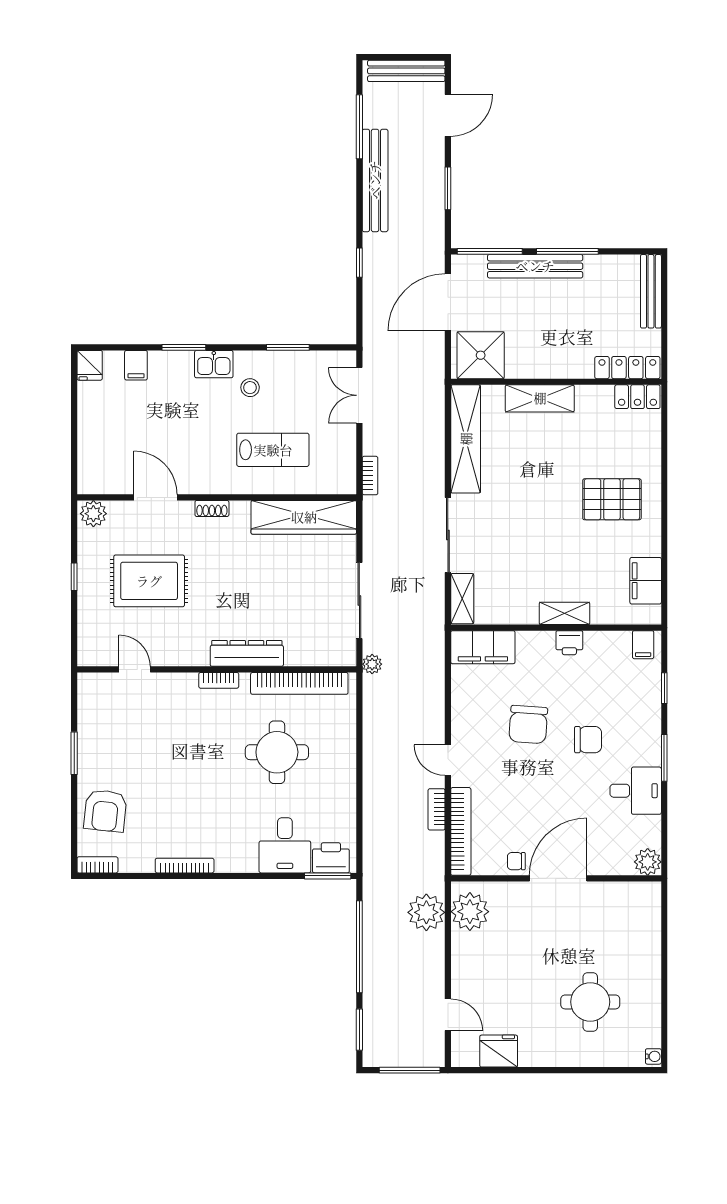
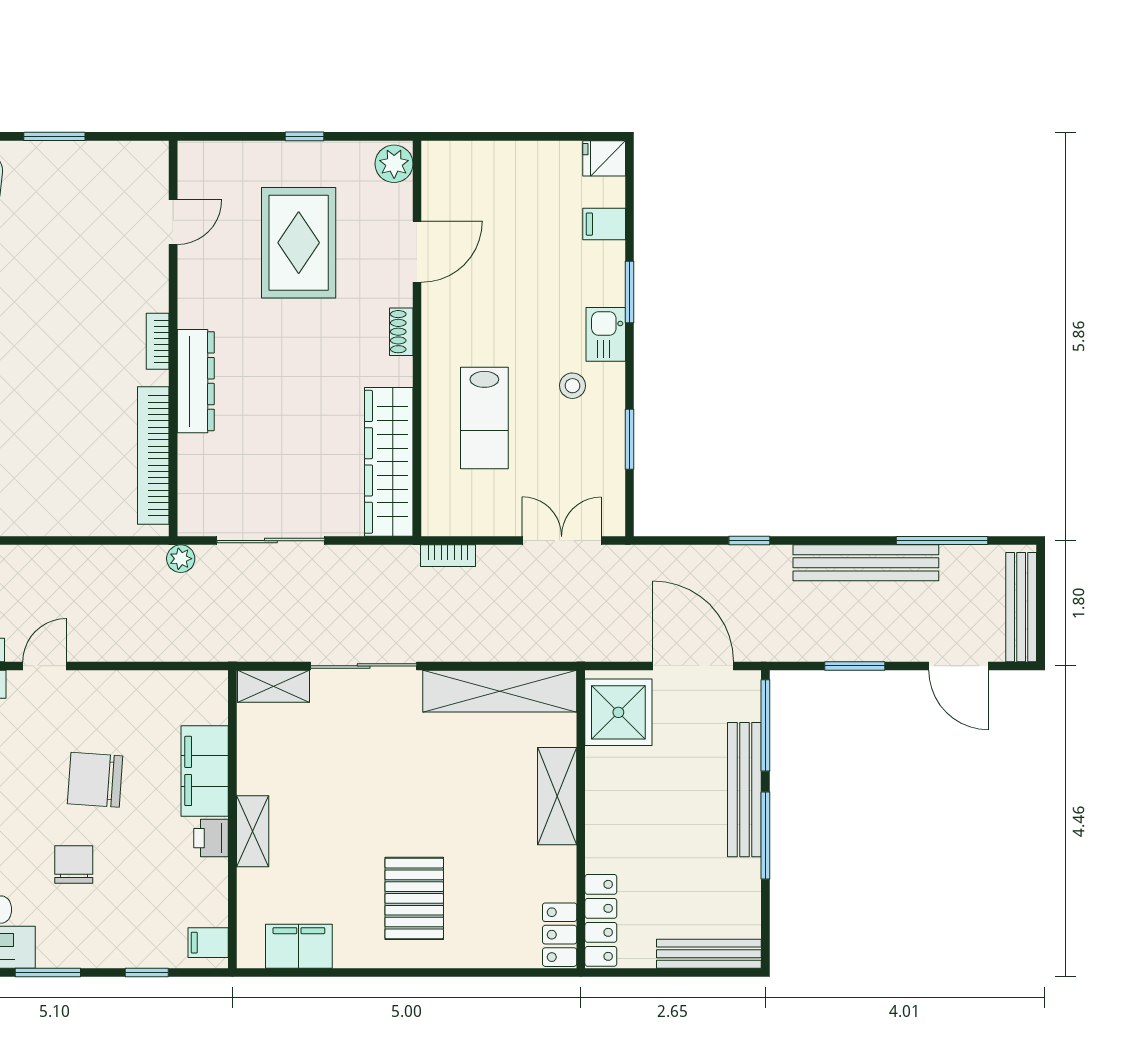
filing cabinet: (483, 647) -> (205, 771), moved
chair: (588, 740) -> (74, 865), turned 180
round table: (277, 752) -> (56, 424), removed

